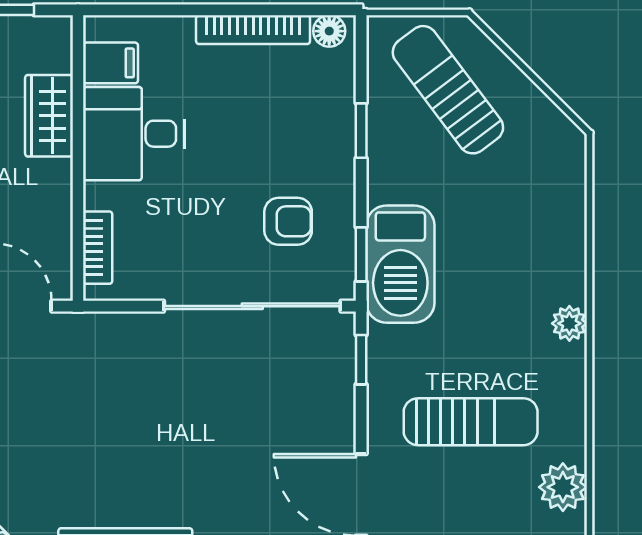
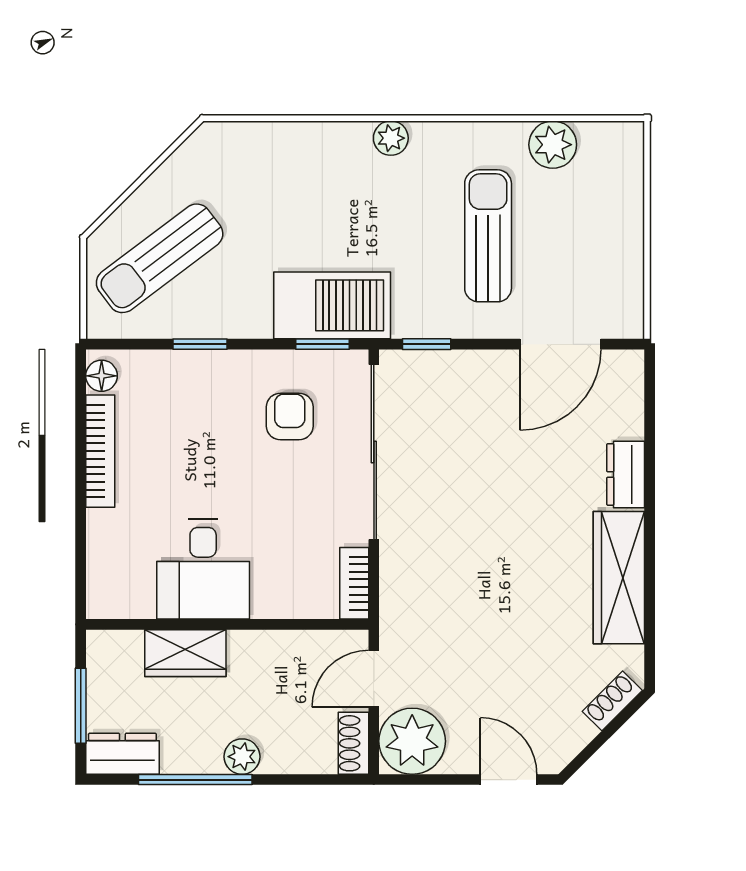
filing cabinet: (111, 63) -> (133, 592), removed
bookcase: (98, 248) -> (354, 583), moved, turned -90

